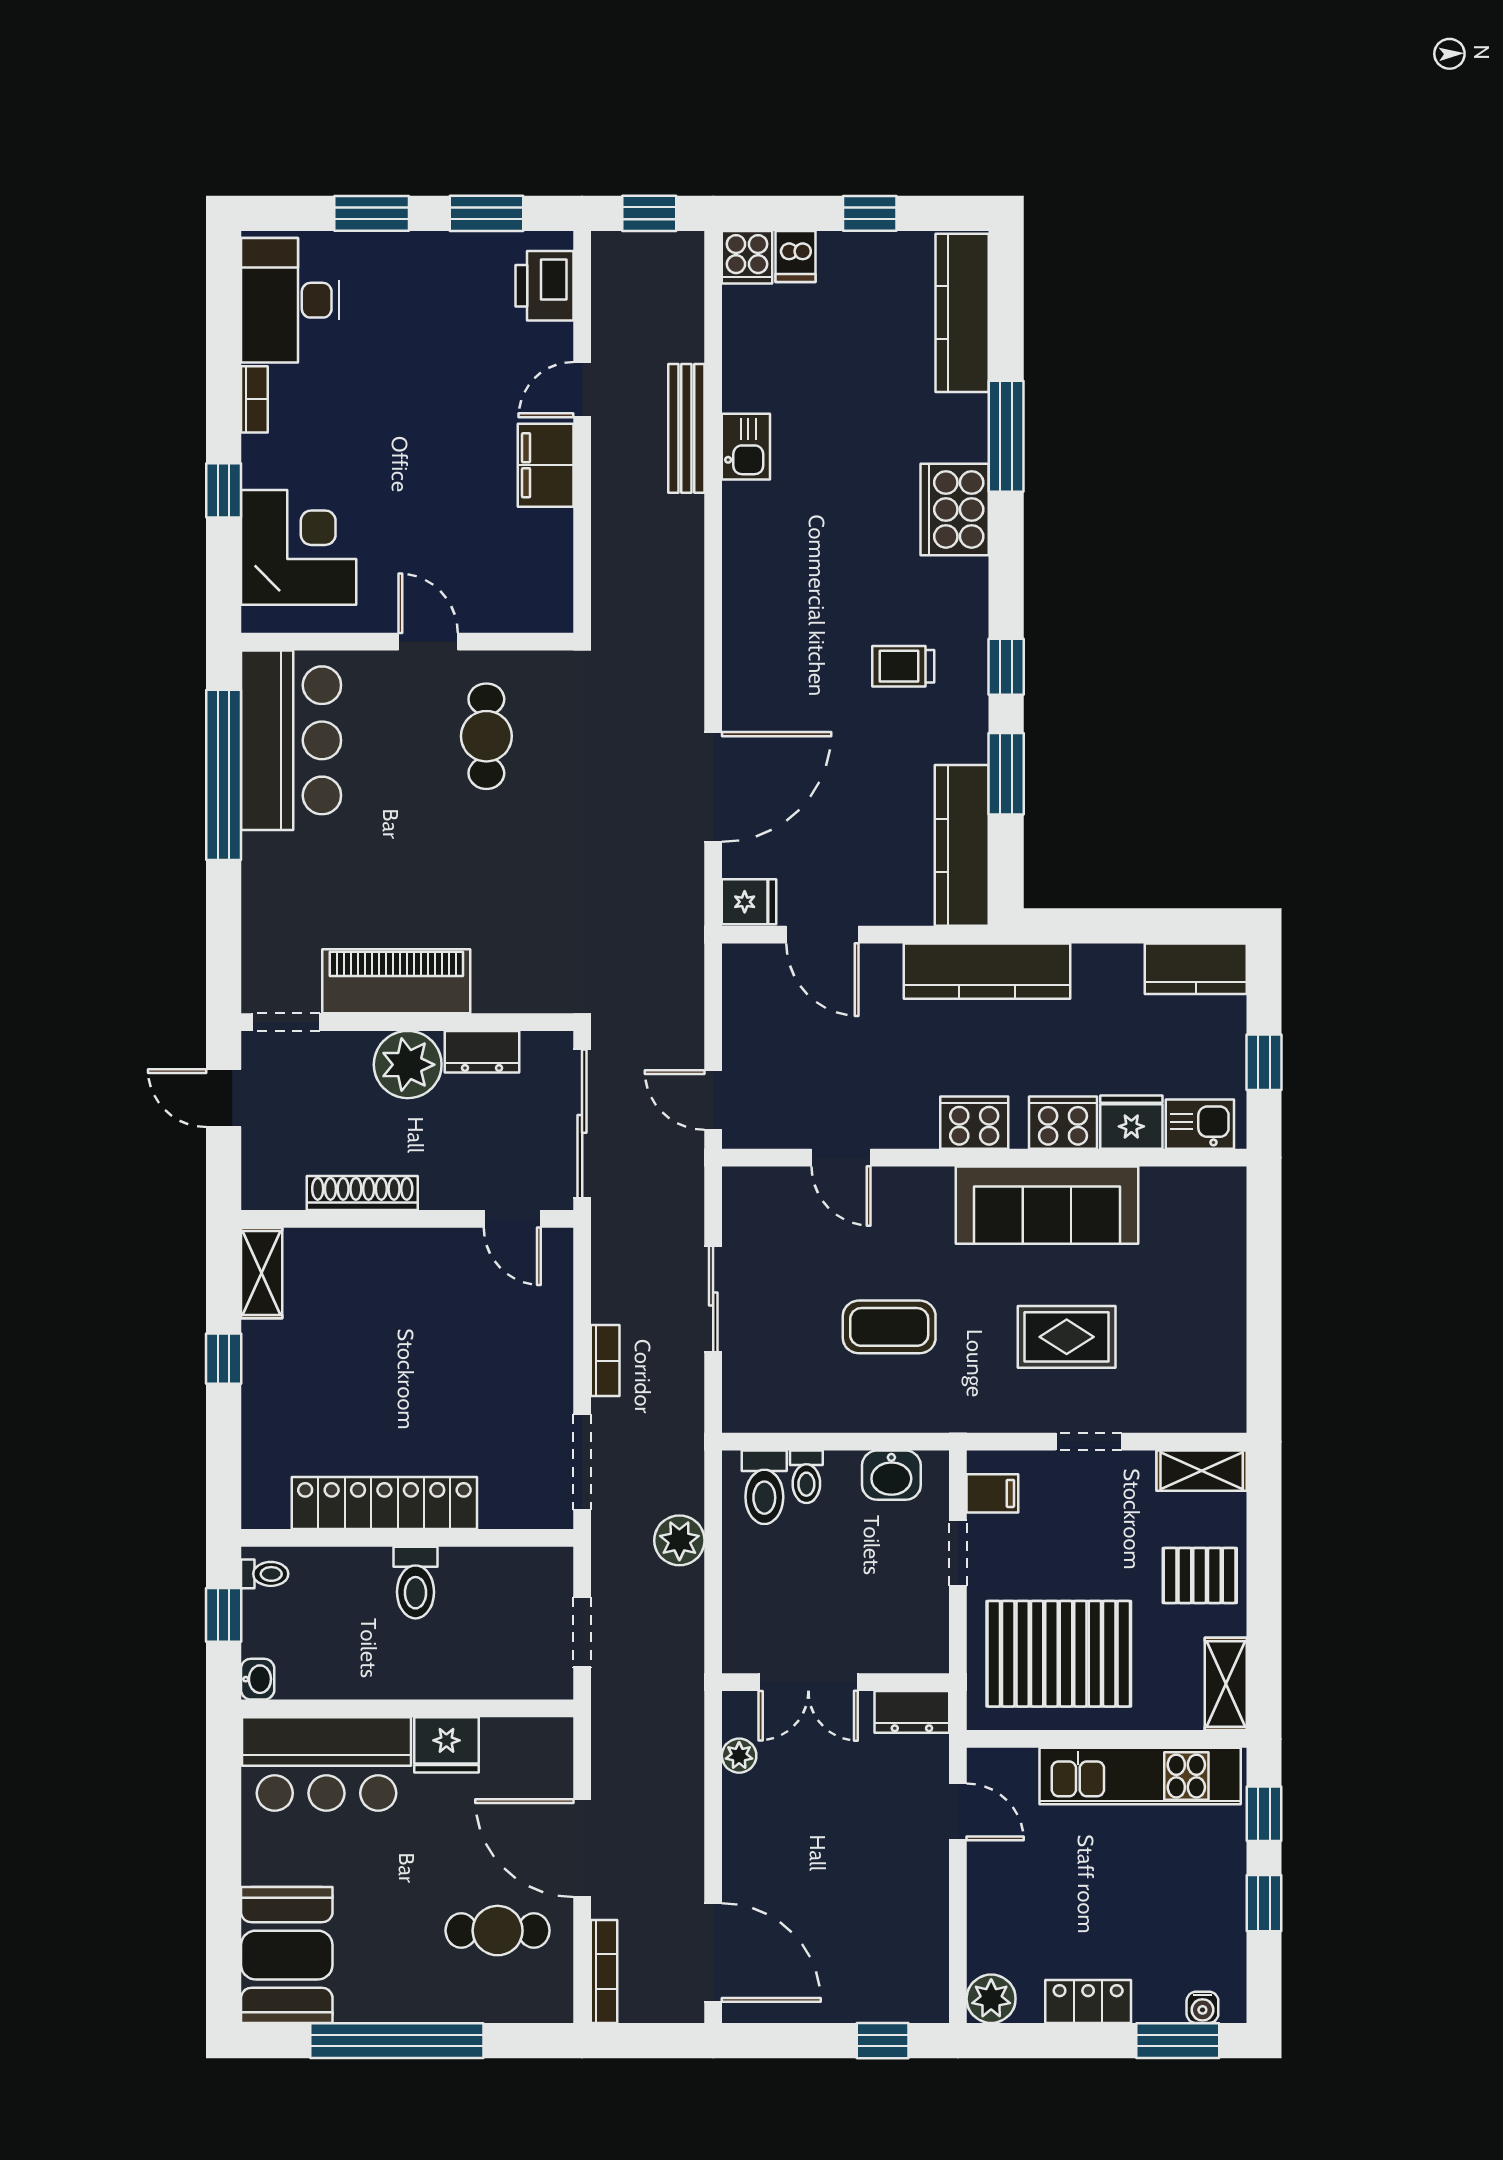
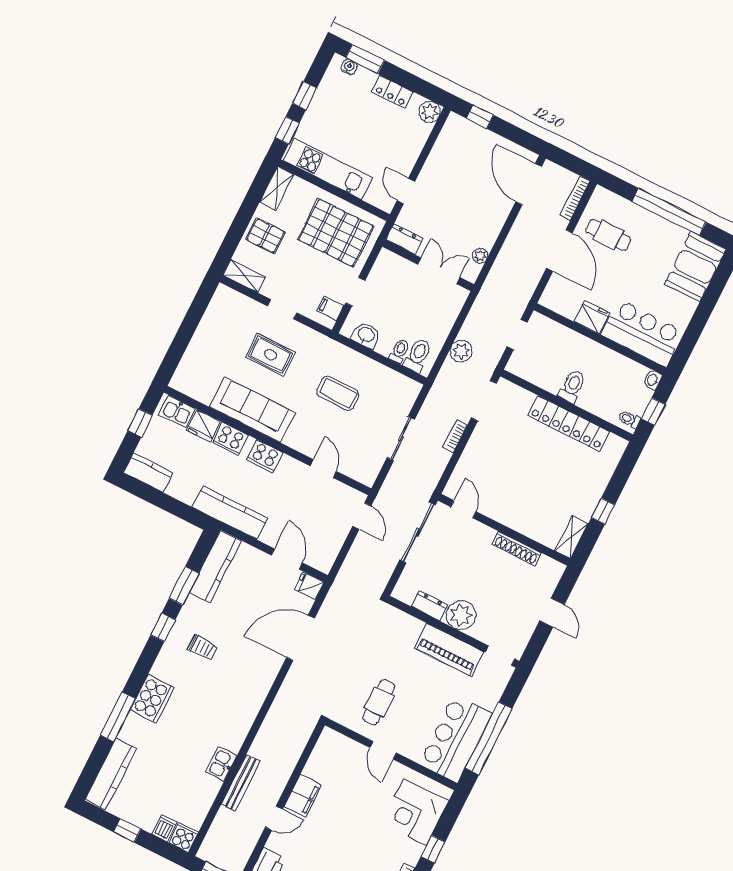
piano: (396, 981) -> (449, 650), moved
doorway: (286, 1022) -> (500, 656), moved
wall: (407, 1022) -> (453, 632), moved
dresser: (482, 1052) -> (430, 606), moved
plant: (408, 1065) -> (461, 615), moved

